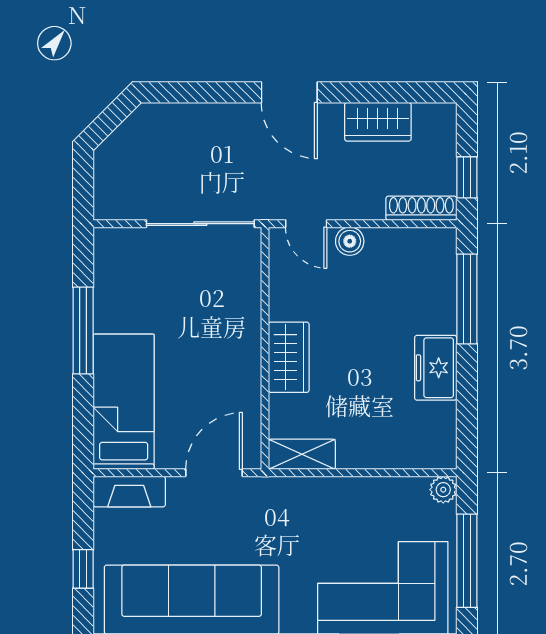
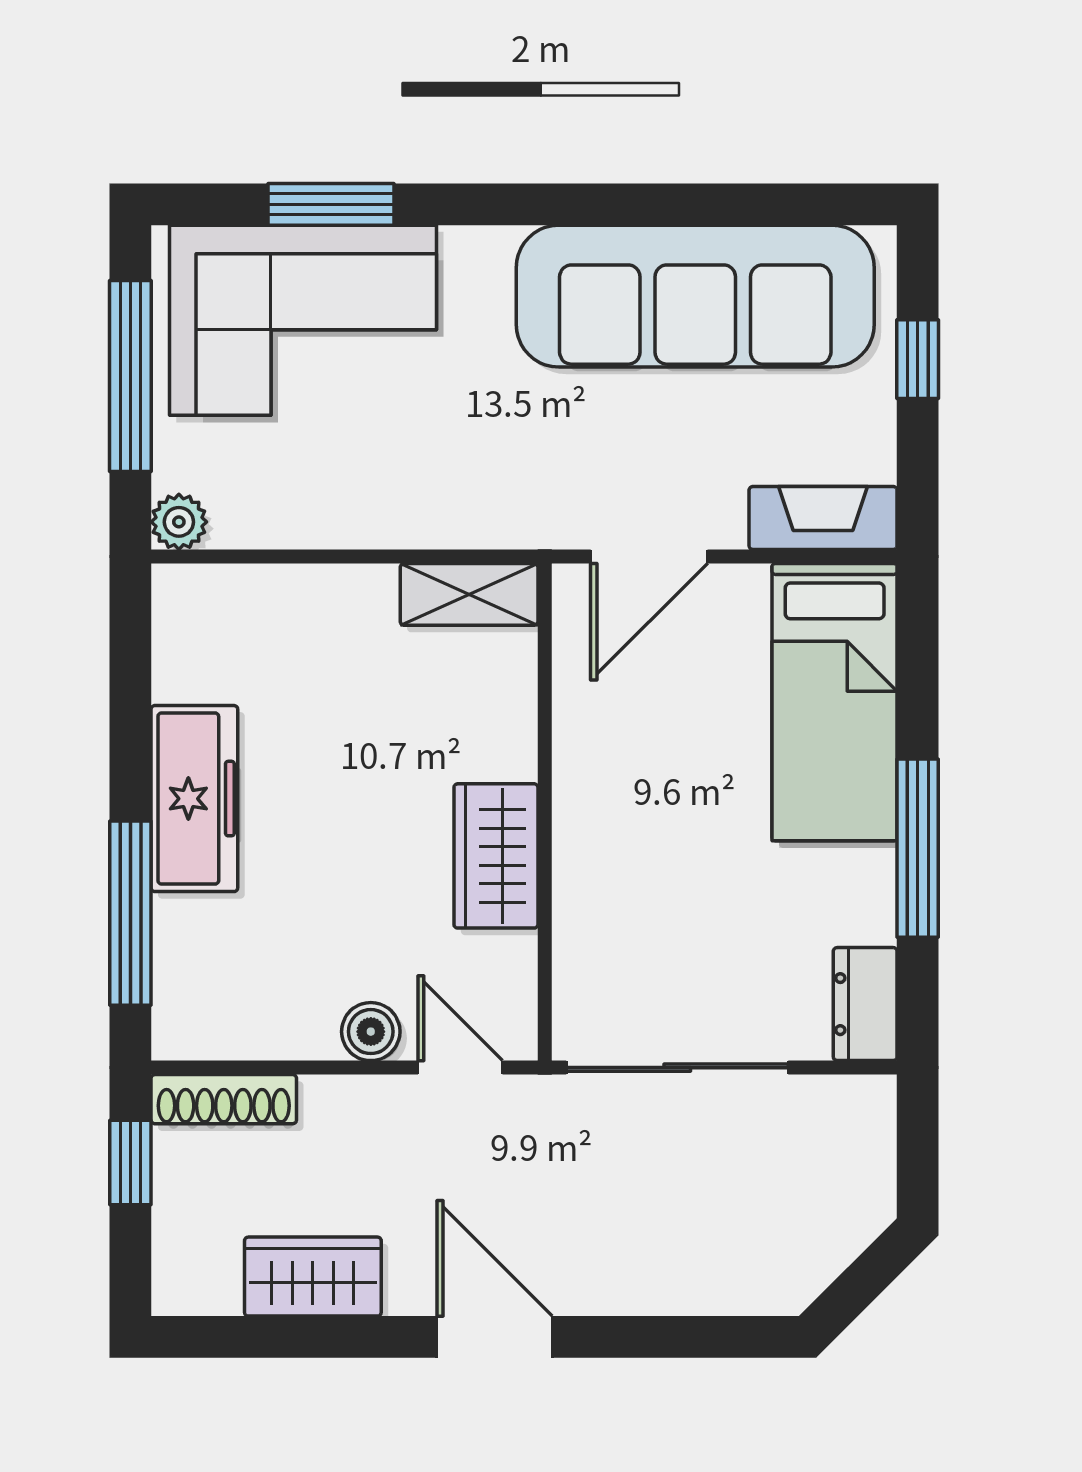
dresser: (109, 255) -> (865, 1004), added
wardrobe: (289, 357) -> (496, 856), moved
freezer: (436, 368) -> (194, 799), width x1.40

